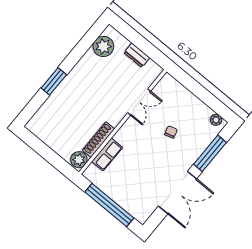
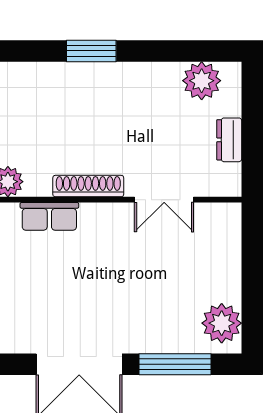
plant: (216, 120) -> (222, 323), width x1.88, depth x1.88
chair: (171, 132) -> (159, 282), removed
shoe rack: (99, 140) -> (88, 186), moved

